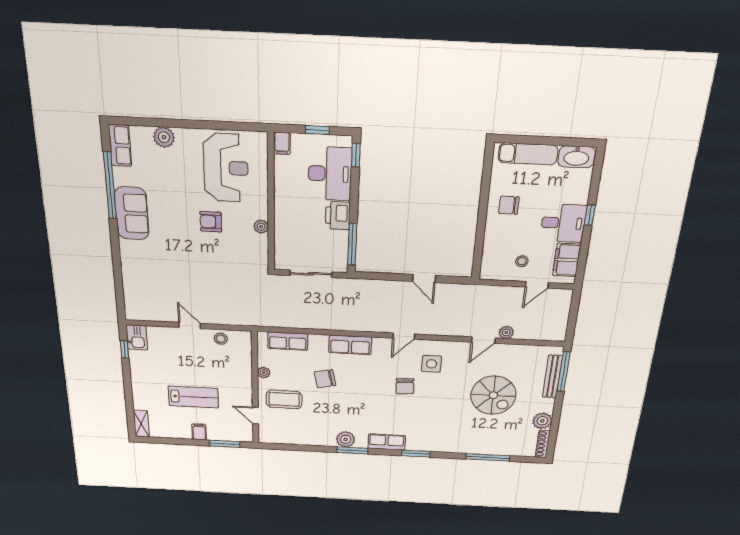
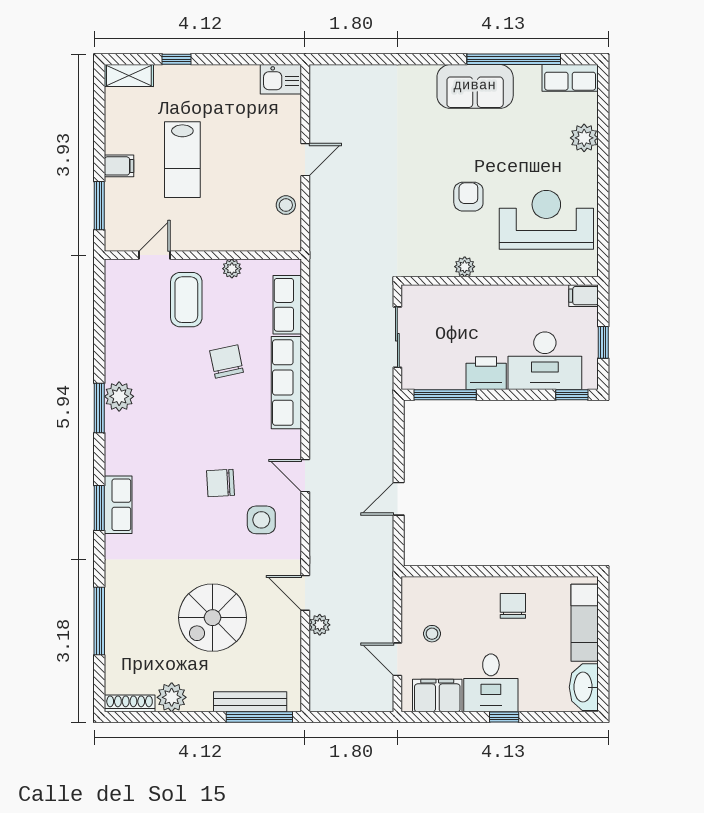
reception desk: (226, 168) -> (546, 220), turned 180
row of seats: (350, 345) -> (286, 383), width x1.48
window: (125, 349) -> (176, 59), moved
row of seats: (387, 442) -> (118, 505), moved

